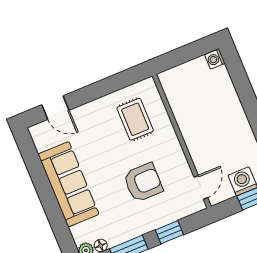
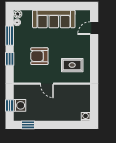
armchair: (143, 182) -> (39, 56), turned 90
door: (201, 187) -> (47, 84), moved

